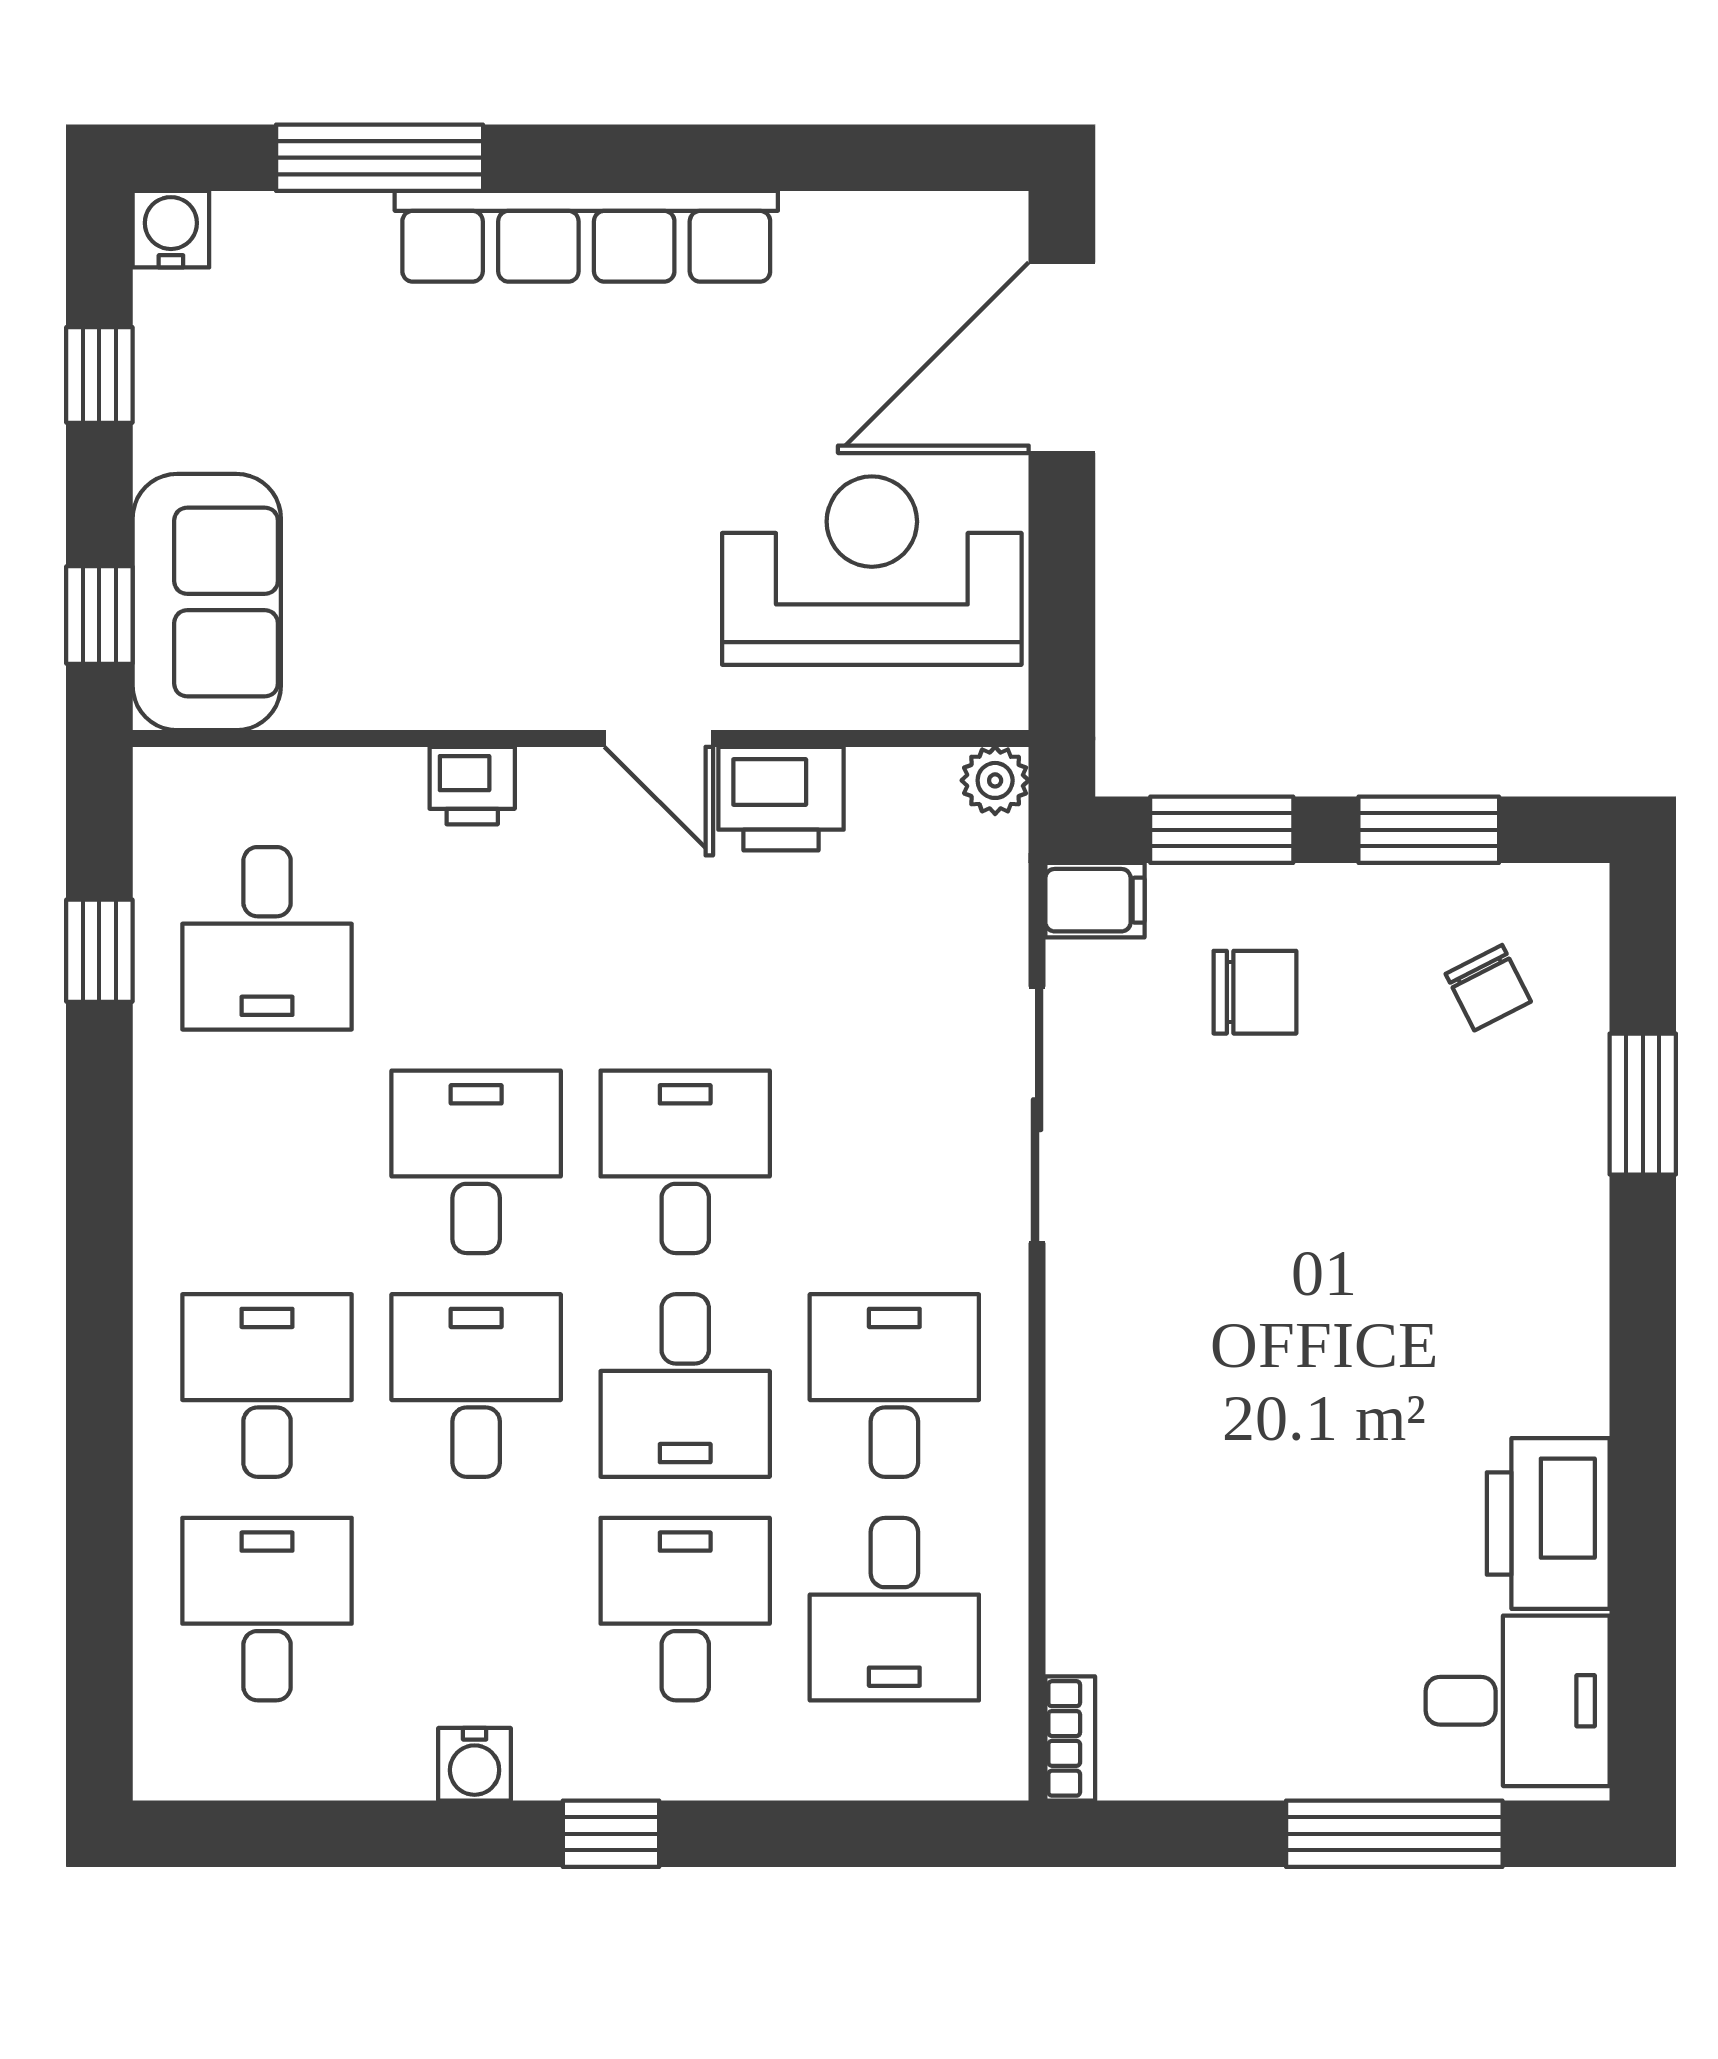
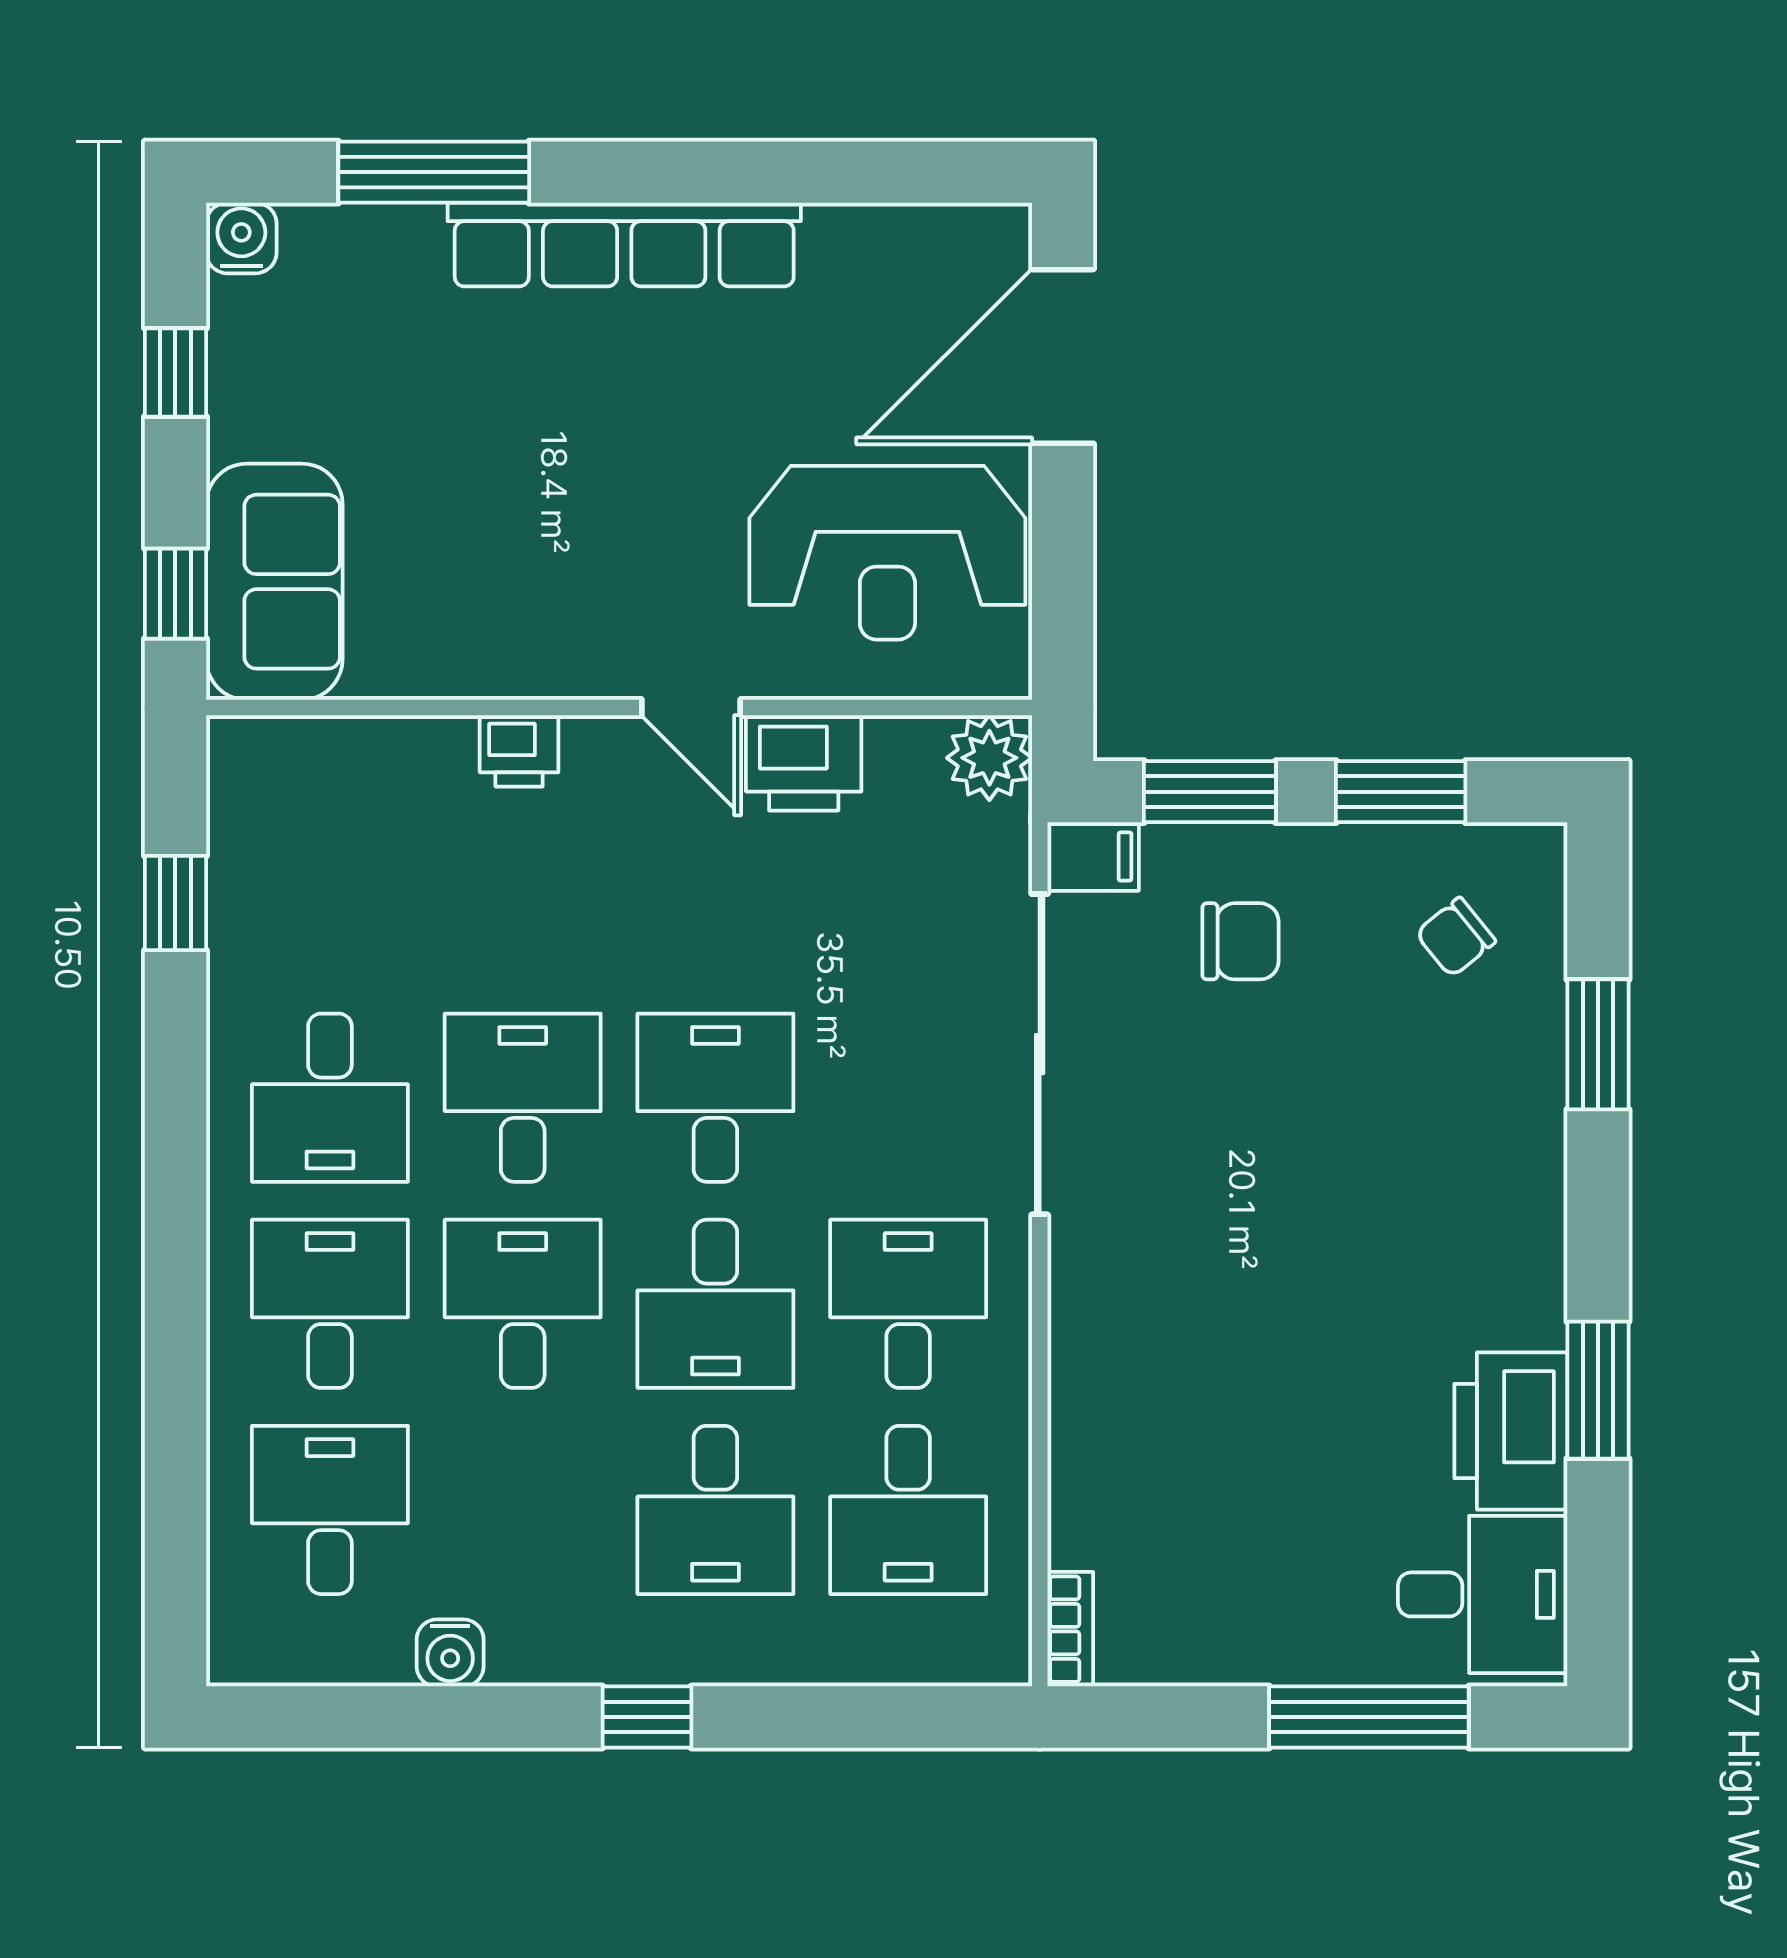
reception desk: (872, 571) -> (887, 553), turned 180
plant: (995, 780) -> (989, 758), width x1.38, depth x1.38
desk: (267, 938) -> (330, 1098), moved
chair: (1488, 988) -> (1456, 937), turned 78
sliding door: (1037, 1115) -> (1040, 1054), width x1.36
window: (1643, 1479) -> (1598, 1390), added
desk: (685, 1609) -> (715, 1510), turned 180
water cooler: (475, 1764) -> (450, 1653), moved

